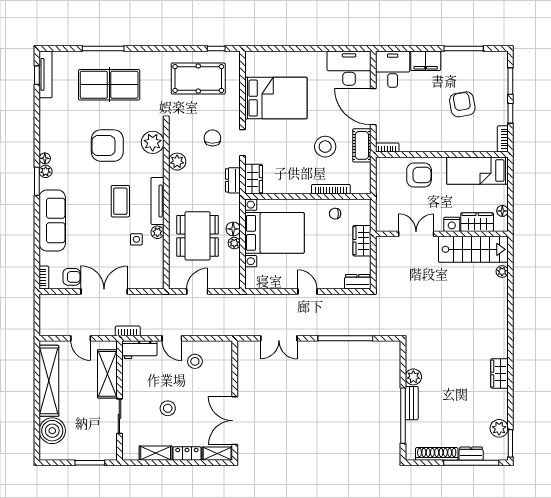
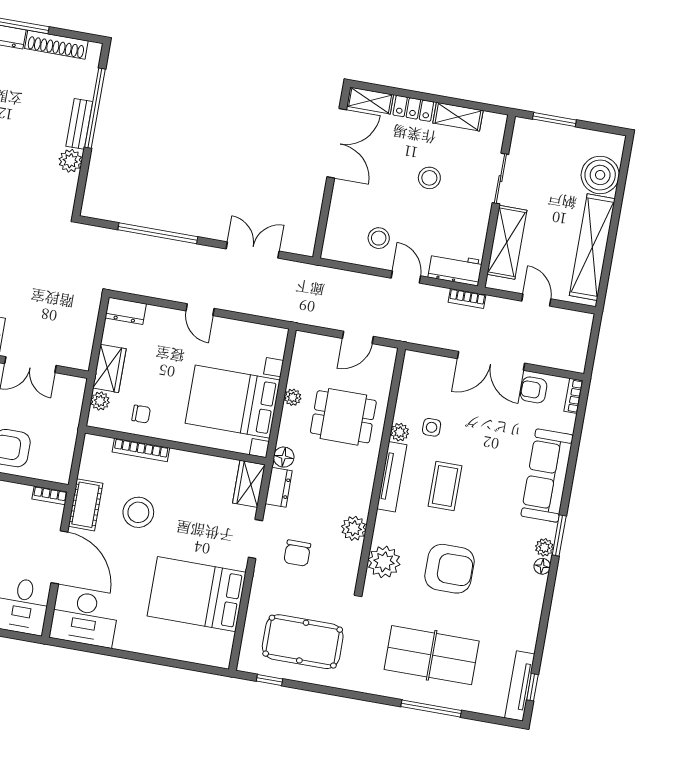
plant: (364, 218) -> (100, 401), added
floor lamp: (233, 229) -> (284, 457), moved
dining table: (198, 236) -> (343, 417), width x0.73

